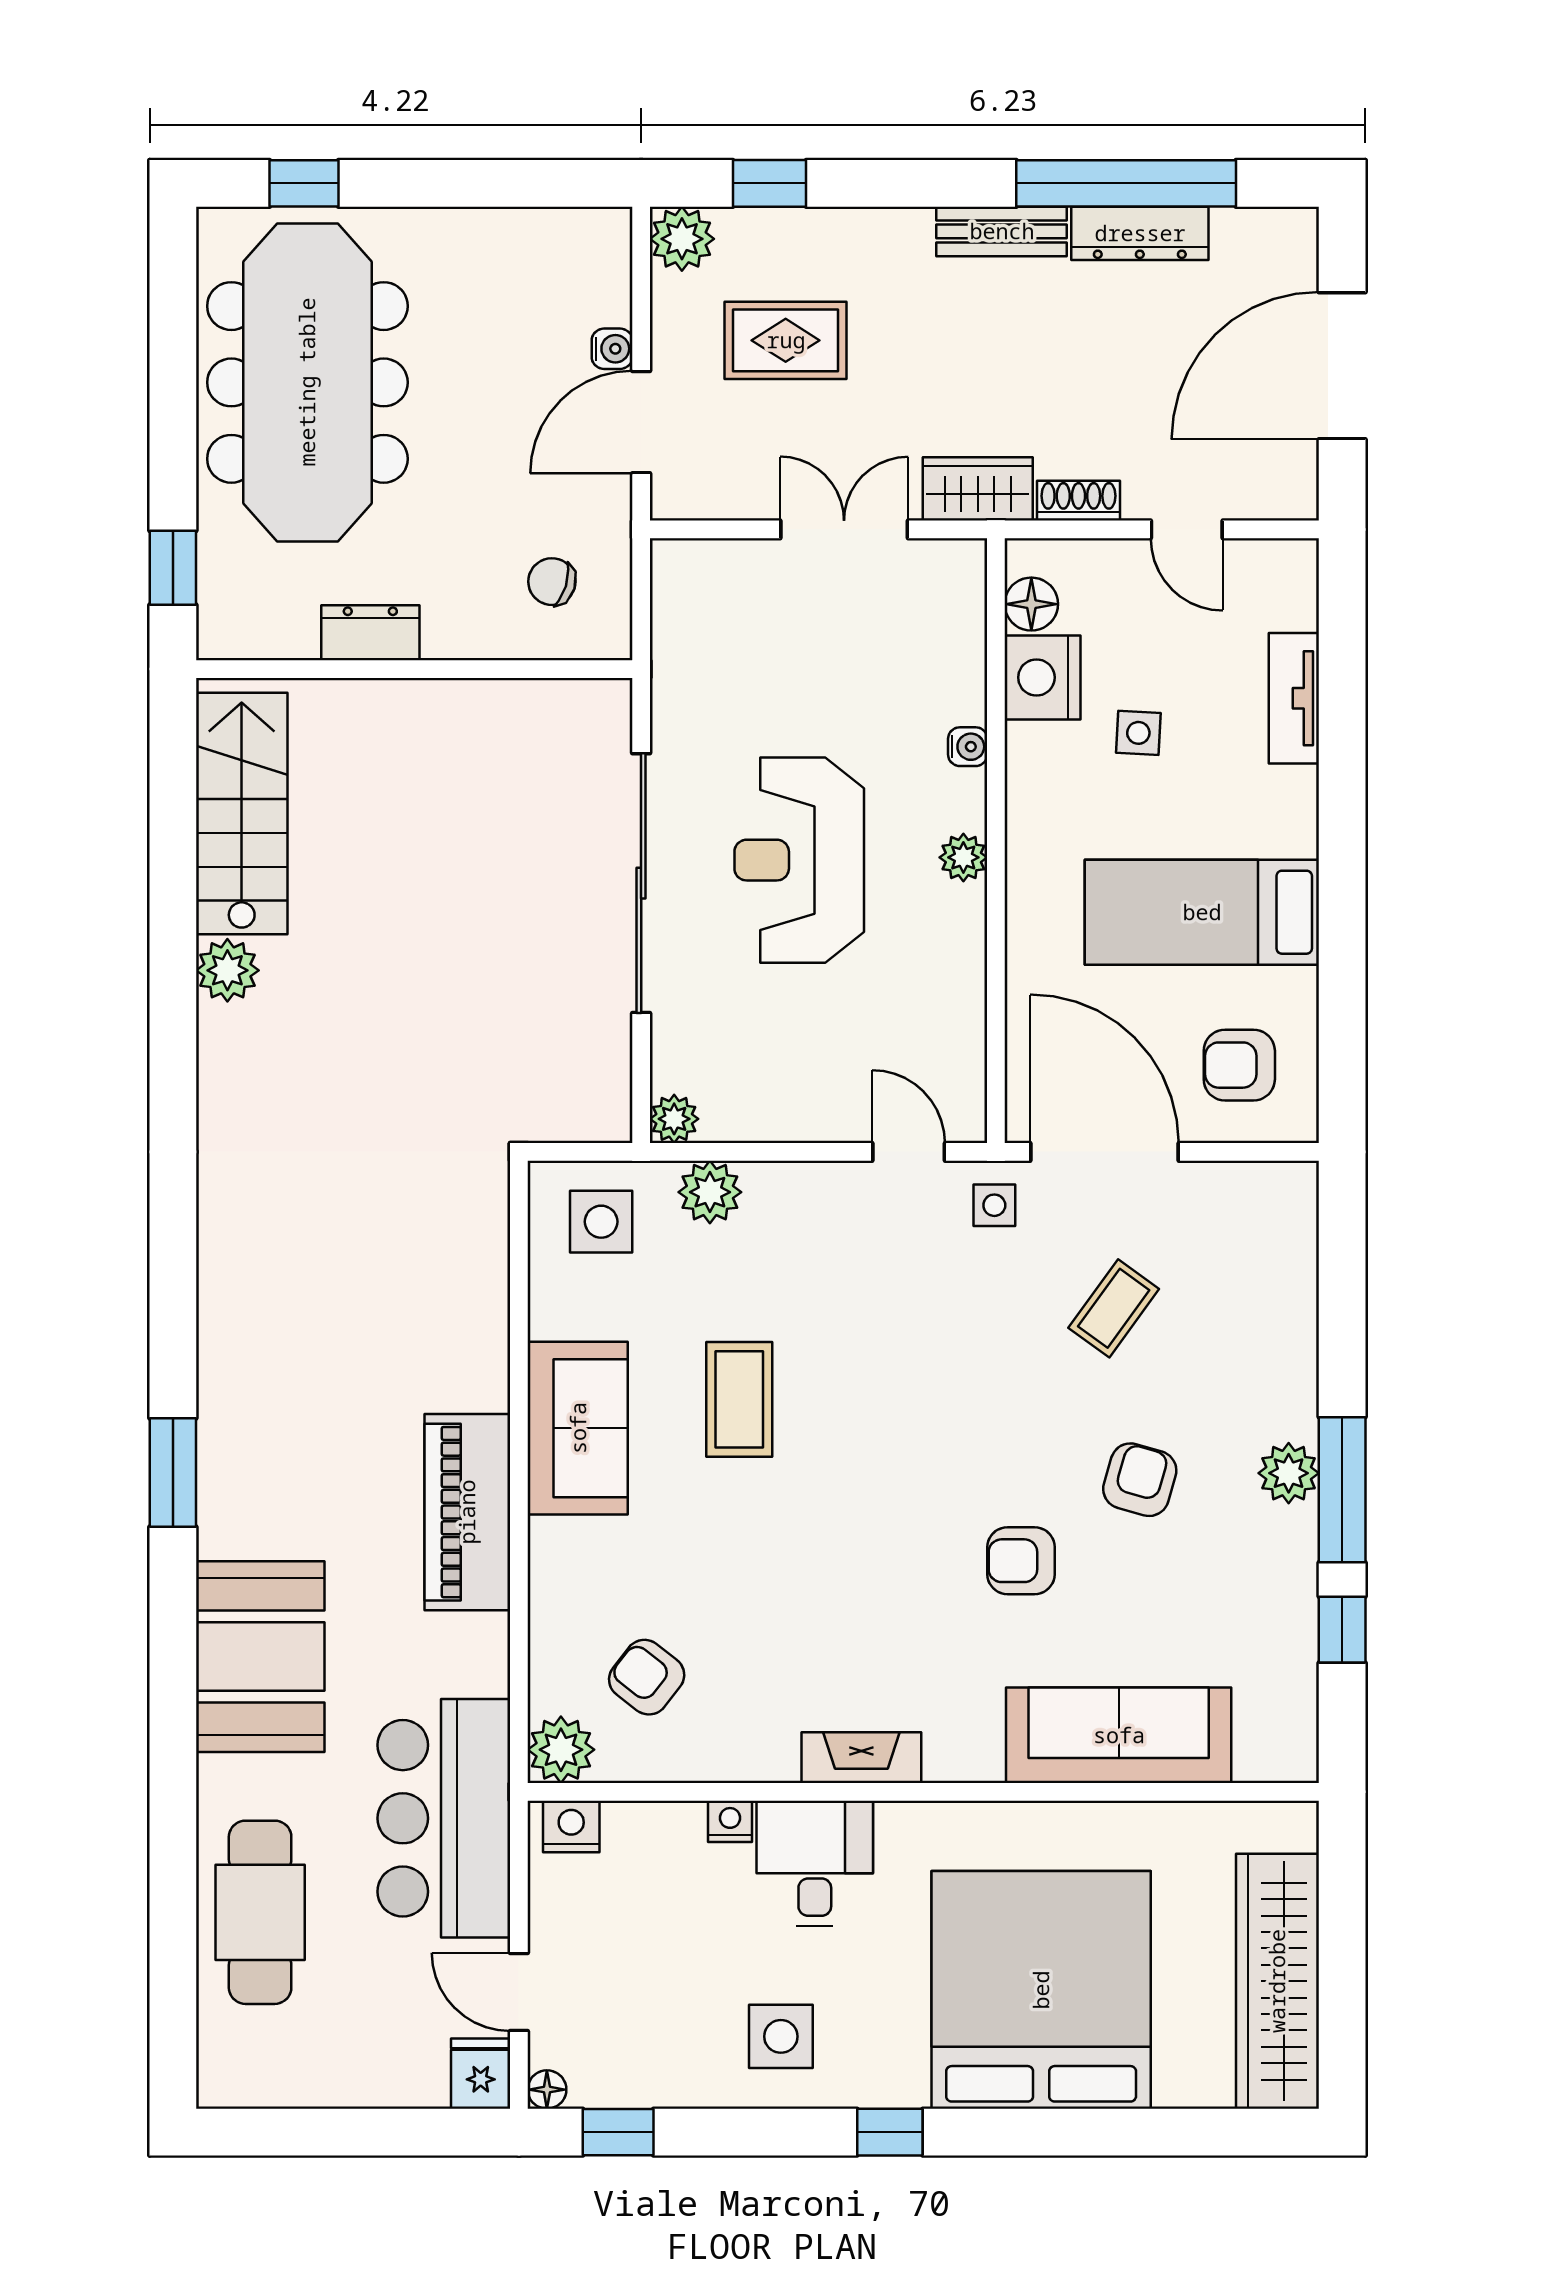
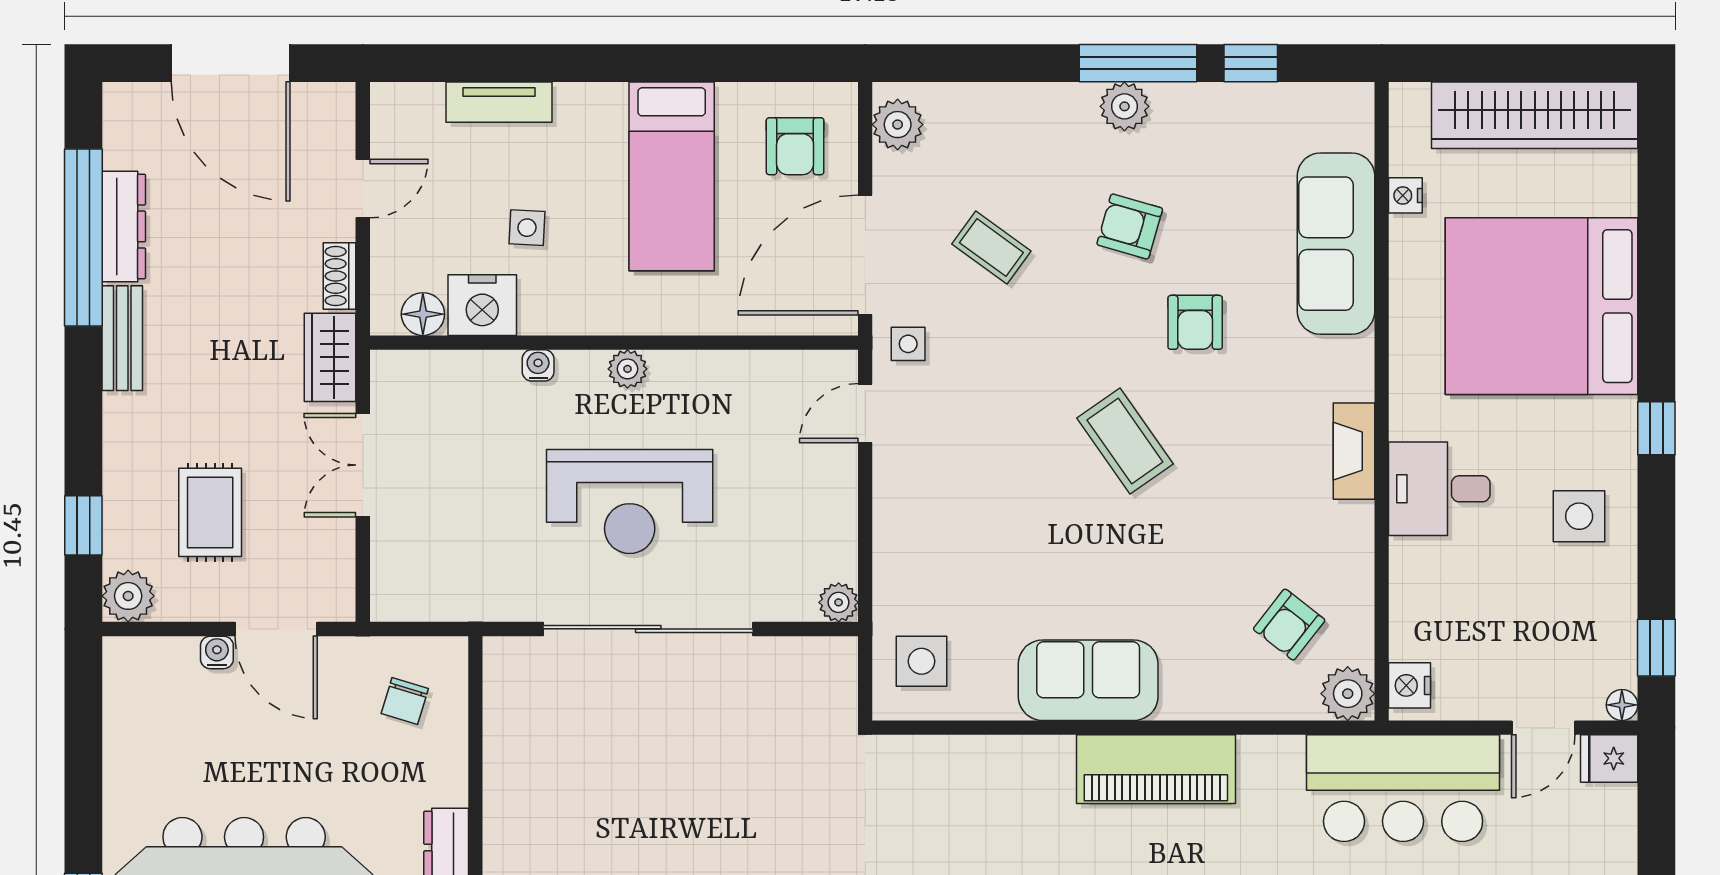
plant: (710, 1192) -> (898, 125), moved
coffee table: (739, 1399) -> (1125, 441), moved, turned 55
nightstand: (730, 1821) -> (1405, 195), moved

